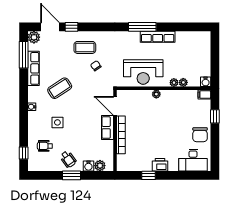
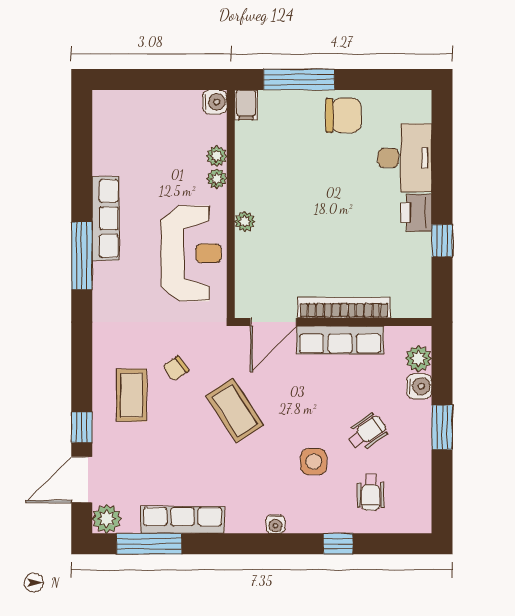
coffee table: (60, 88) -> (235, 411), moved
window: (215, 116) -> (299, 80), width x2.17
row of seats: (108, 128) -> (340, 340), width x1.48
window: (24, 153) -> (338, 544), moved
wheelchair: (68, 159) -> (367, 432), moved
desk: (193, 160) -> (405, 158), moved

